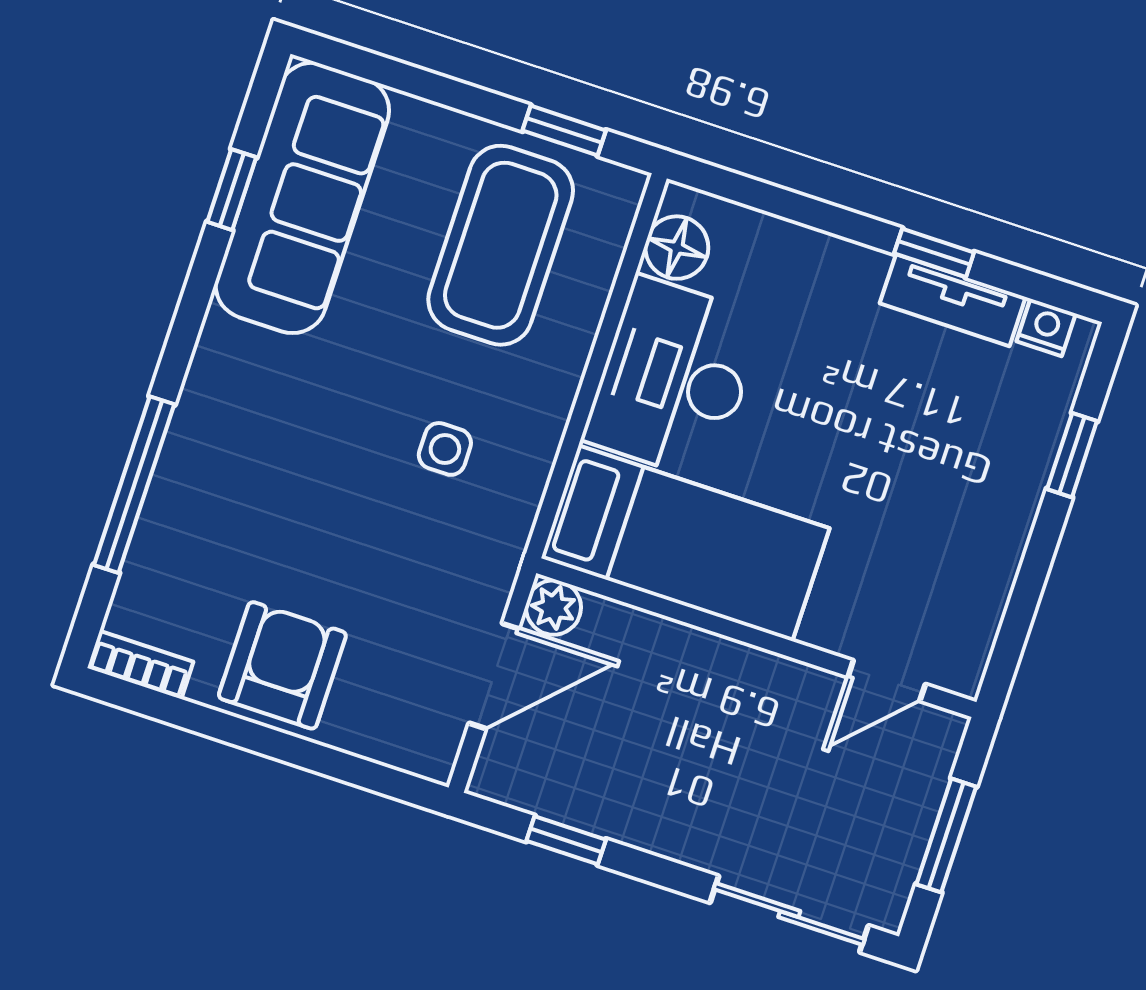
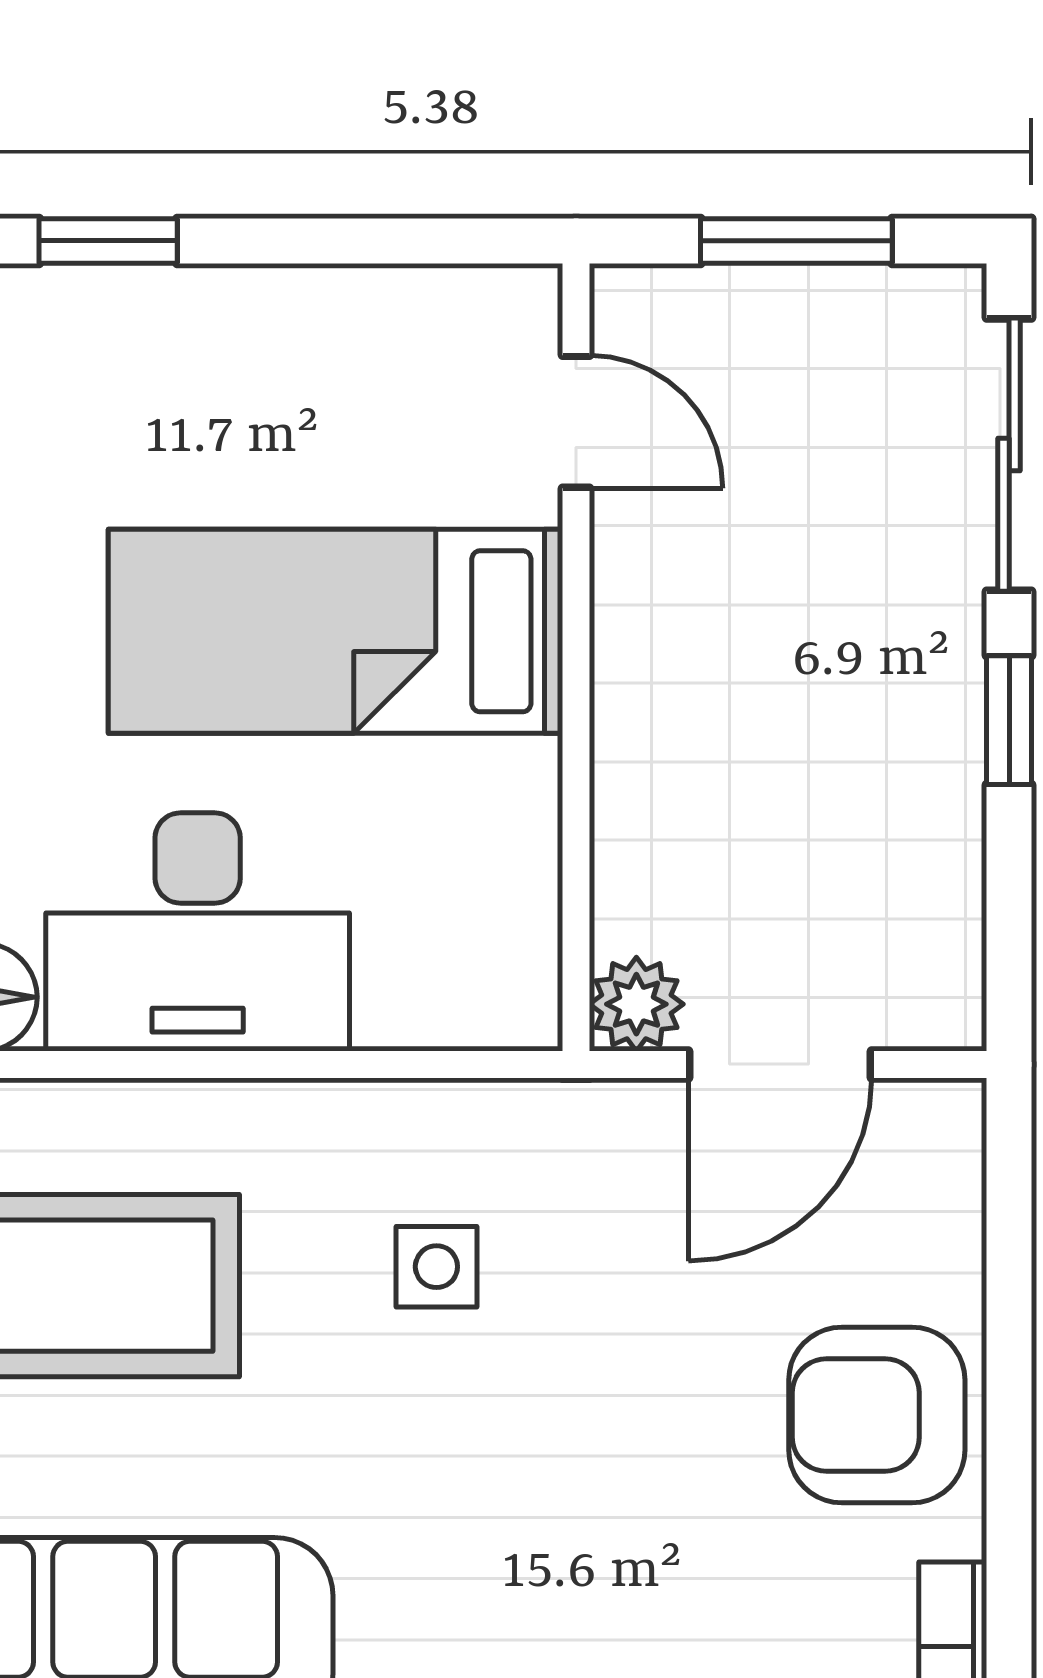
bed: (685, 543) -> (336, 631), moved, turned -90
door: (494, 676) -> (780, 1064), swing flipped
window: (566, 840) -> (1009, 720), moved

